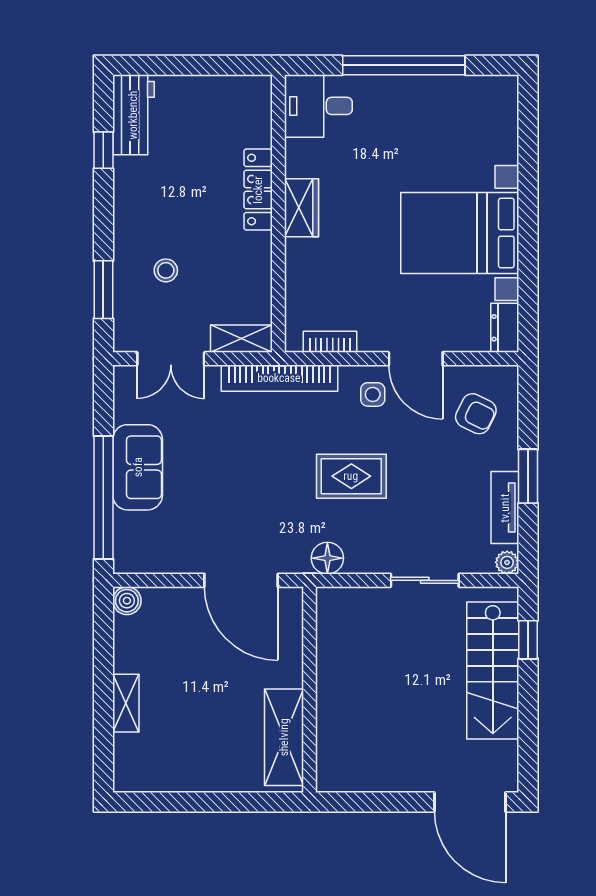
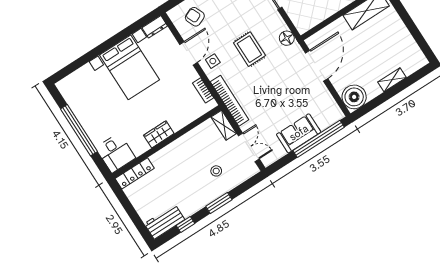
locker: (258, 190) -> (135, 173), moved
window: (103, 290) -> (219, 203), moved
armchair: (476, 414) -> (195, 17), turned -49
boiler: (127, 601) -> (354, 97), width x1.86, depth x1.86

